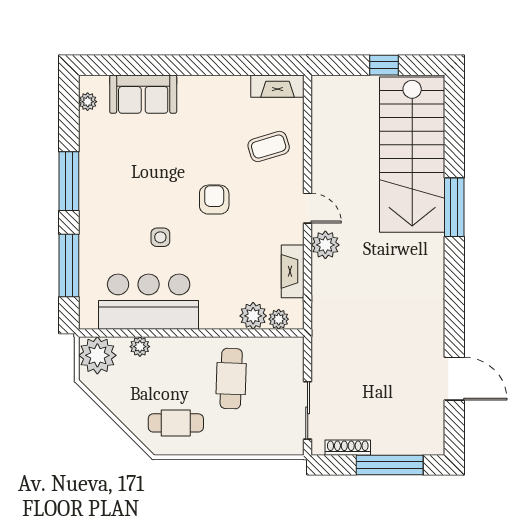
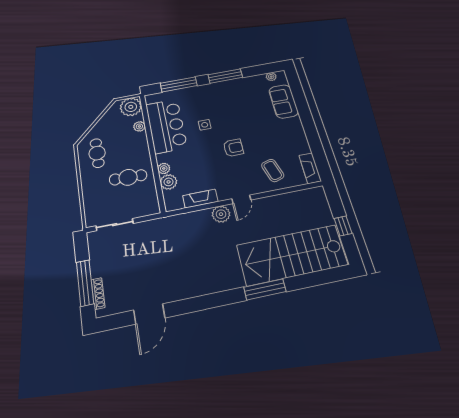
plant: (279, 319) -> (164, 168), moved
shoe rack: (348, 448) -> (98, 293), moved

